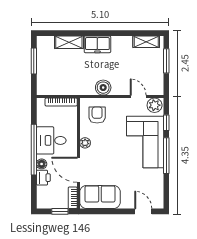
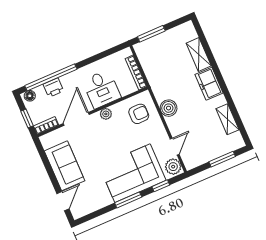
shelving: (146, 42) -> (227, 119), moved
window: (34, 61) -> (151, 34), moved
desk: (51, 140) -> (102, 89), moved, turned 180
window: (34, 150) -> (51, 77), moved
window: (166, 156) -> (128, 200), width x0.69
floor lamp: (42, 164) -> (30, 96), moved
sofa: (100, 197) -> (65, 166), moved

